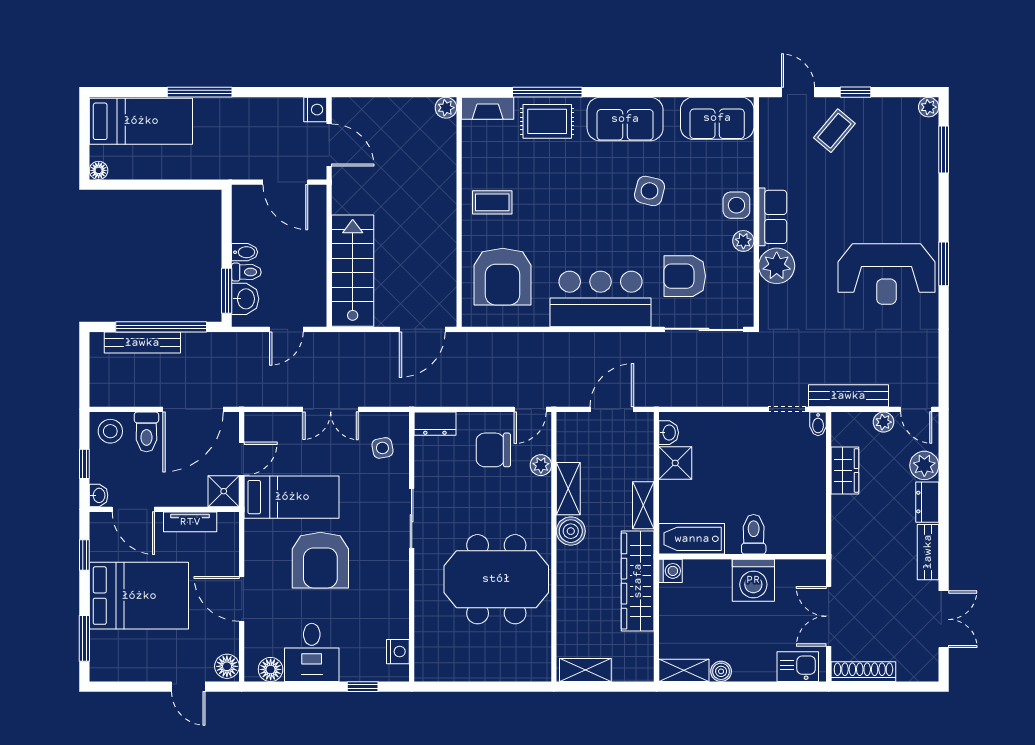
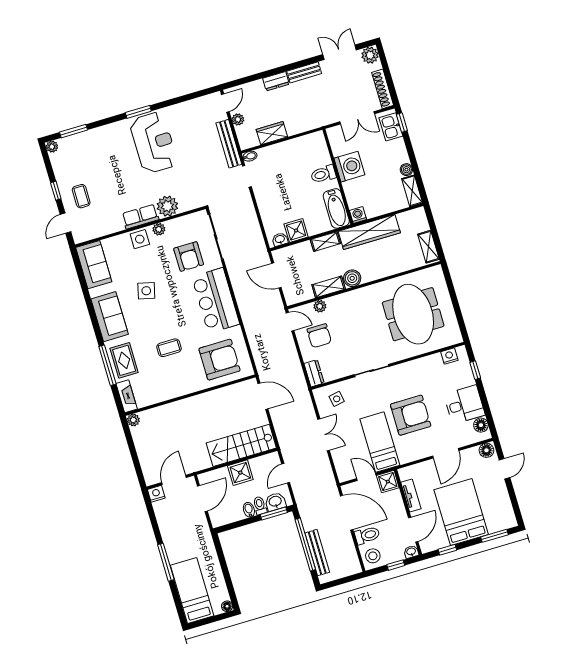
coffee table: (834, 131) -> (81, 196), turned 50
coffee table: (492, 202) -> (169, 348), moved, turned 90
shower: (309, 256) -> (240, 473), added
door: (286, 329) -> (286, 473), swing flipped
plant: (924, 465) -> (370, 55), moved
meeting table: (496, 579) -> (413, 314), moved
window: (800, 687) -> (402, 123), added

